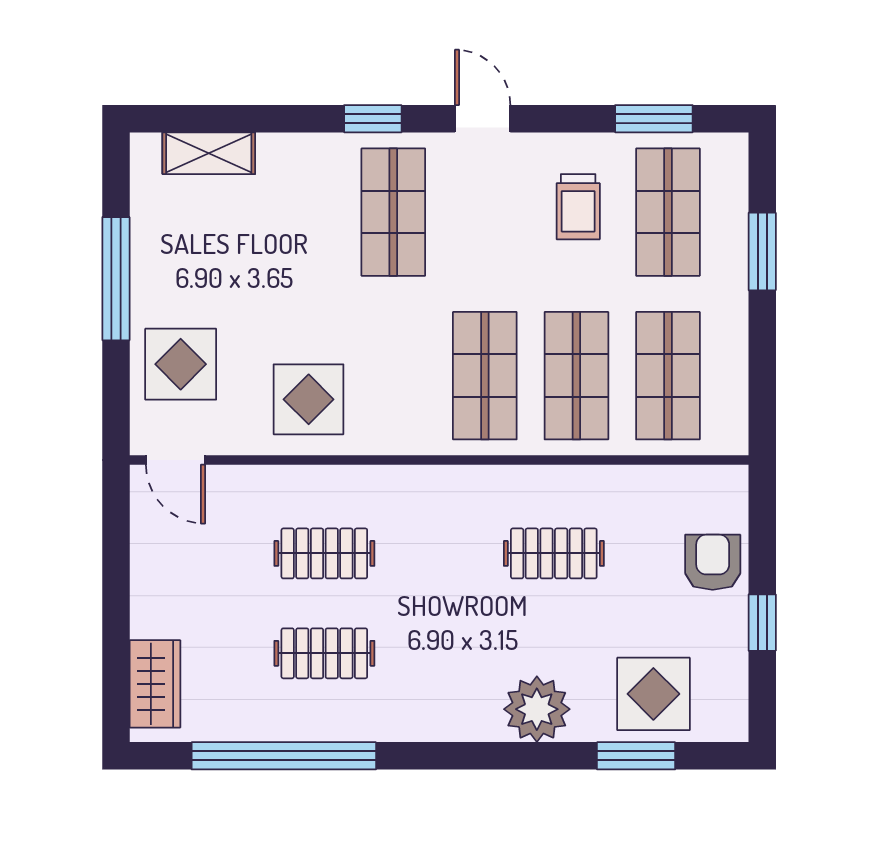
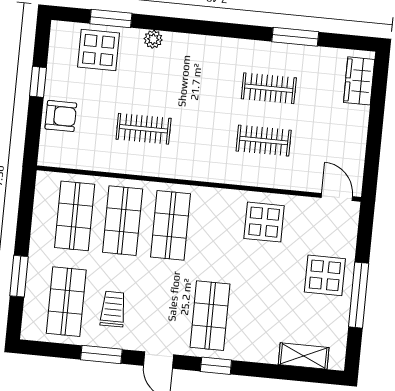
window: (654, 119) -> (101, 354), moved
display table: (181, 364) -> (325, 275), moved
armchair: (713, 562) -> (61, 116), turned -90
plant: (537, 709) -> (153, 39), width x0.53, depth x0.53
window: (284, 756) -> (295, 37), width x0.47

